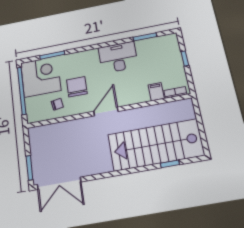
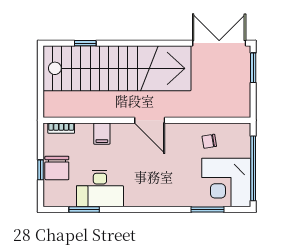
desk: (118, 57) -> (100, 189), moved
chair: (77, 87) -> (57, 168), moved
filing cabinet: (156, 92) -> (102, 134), moved
door: (106, 111) -> (150, 120), hinge flipped
stairs: (156, 145) -> (117, 68), width x1.36

